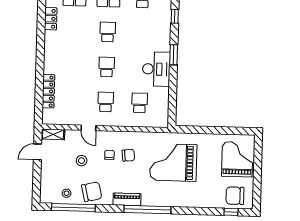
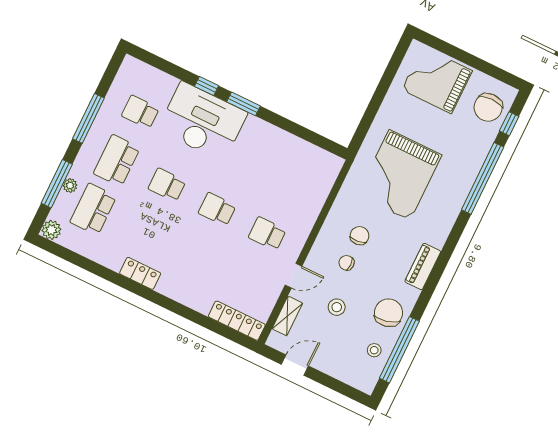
window: (175, 16) -> (207, 86), moved
locker: (51, 19) -> (140, 273), moved
desk: (156, 69) -> (203, 121), moved, width x1.36, depth x1.30
locker: (48, 91) -> (237, 321), moved
school desk: (140, 103) -> (291, 185), removed
shelving: (53, 134) -> (287, 316), moved
door: (38, 152) -> (295, 365), swing flipped
window: (147, 210) -> (483, 178), moved

